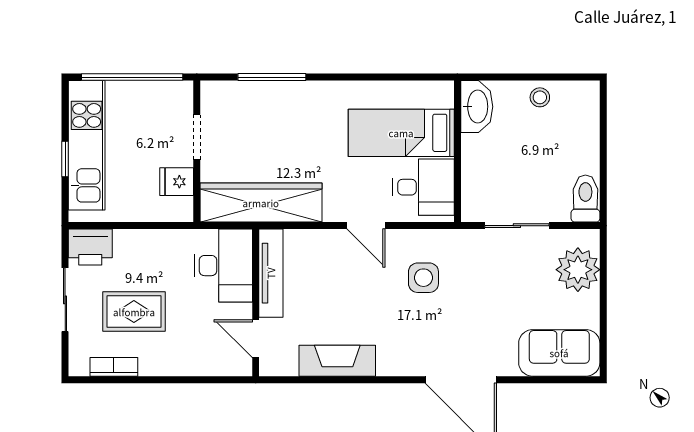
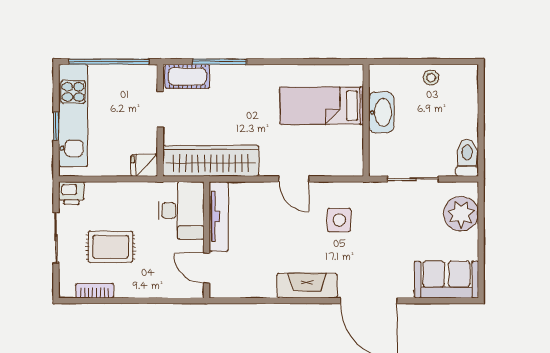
cot: (231, 96) -> (187, 76), added
washbasin: (477, 107) -> (381, 112), moved
fridge: (177, 182) -> (144, 165), moved
desk: (423, 187) -> (339, 149), removed
printer: (90, 247) -> (71, 193), width x0.73, depth x0.81
fireplace: (337, 361) -> (307, 286), moved

